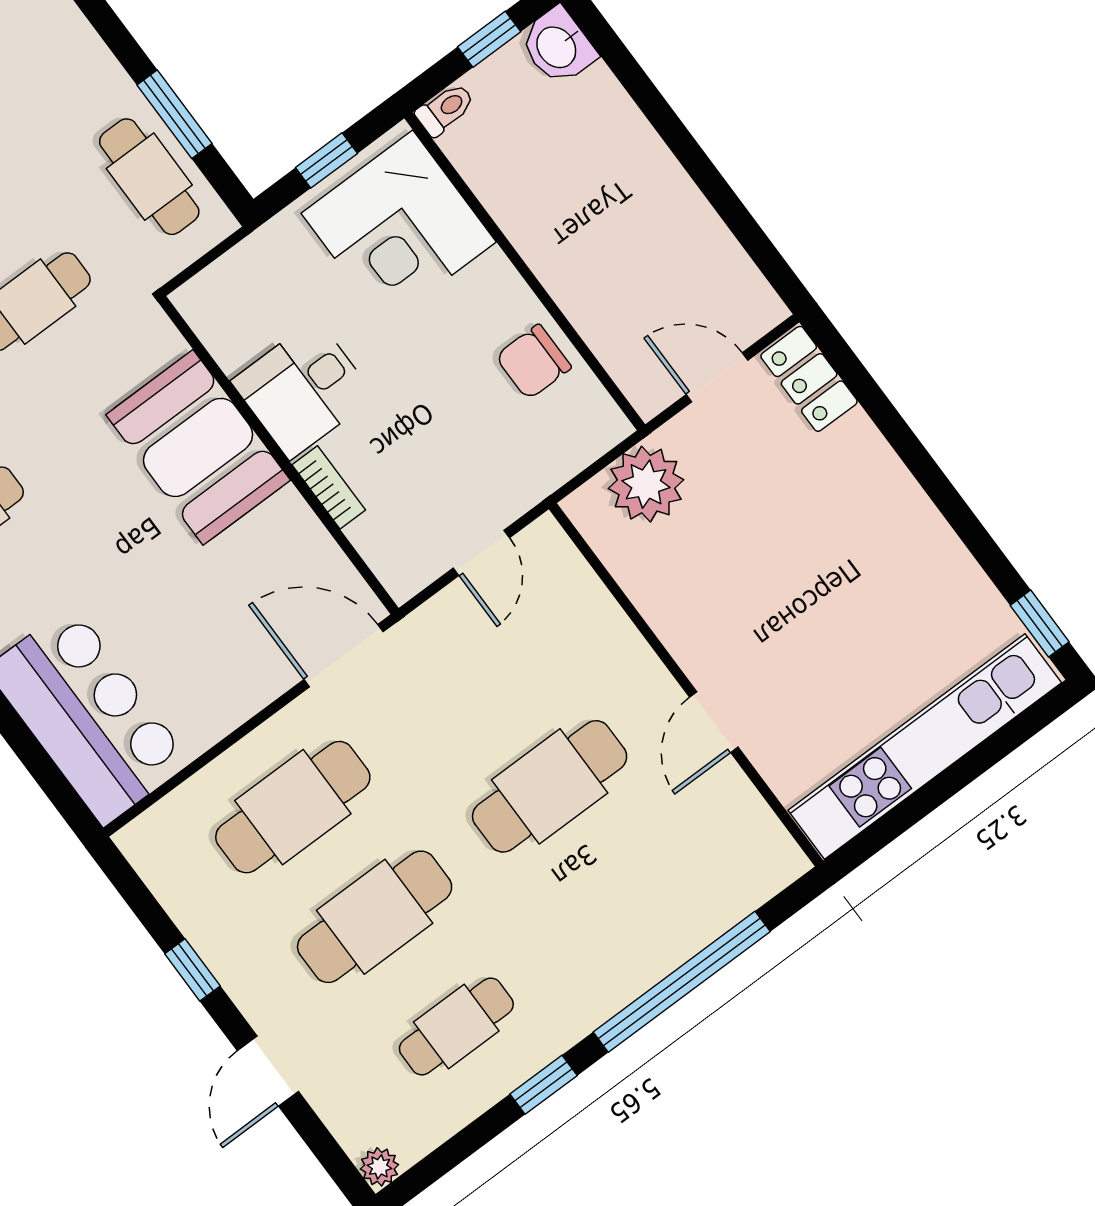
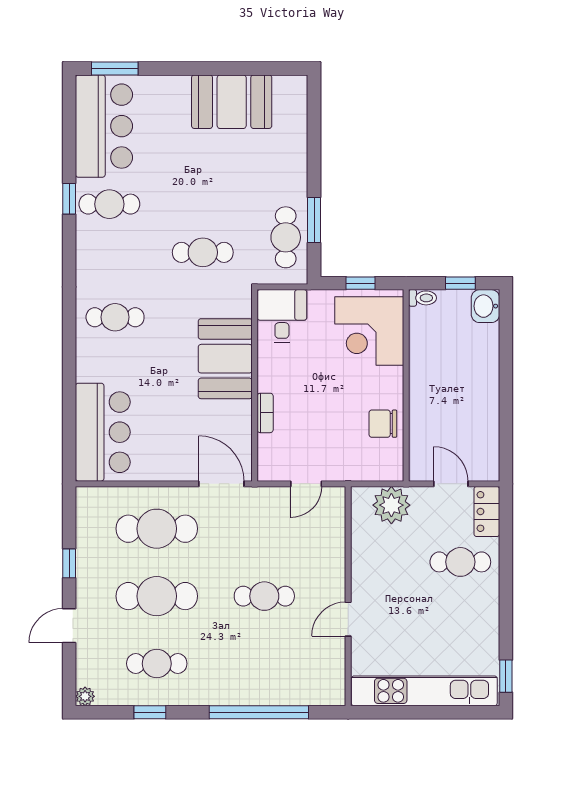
desk: (303, 389) -> (282, 316), moved, turned 90
cafe table: (827, 493) -> (460, 562), added
cafe table: (550, 786) -> (264, 596), width x0.73, depth x0.74
window: (544, 1085) -> (150, 712), moved

